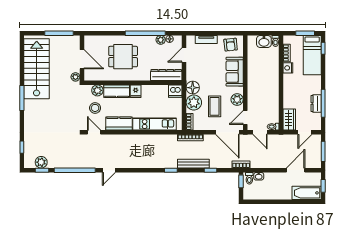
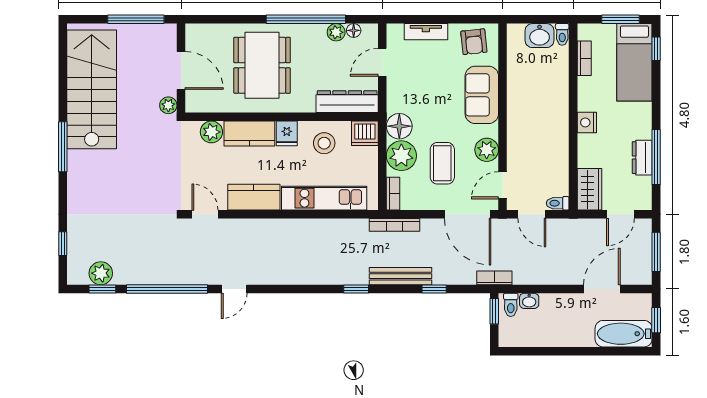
dining table: (123, 57) -> (262, 65), width x1.37
nightstand: (288, 68) -> (587, 122), moved
stool: (95, 108) -> (324, 143), moved

